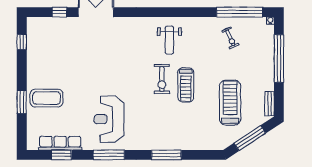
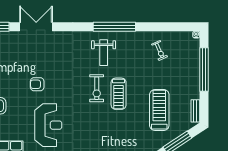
window: (240, 12) -> (114, 27), moved
armchair: (97, 75) -> (37, 84), added
reception desk: (109, 119) -> (48, 125), turned 180

